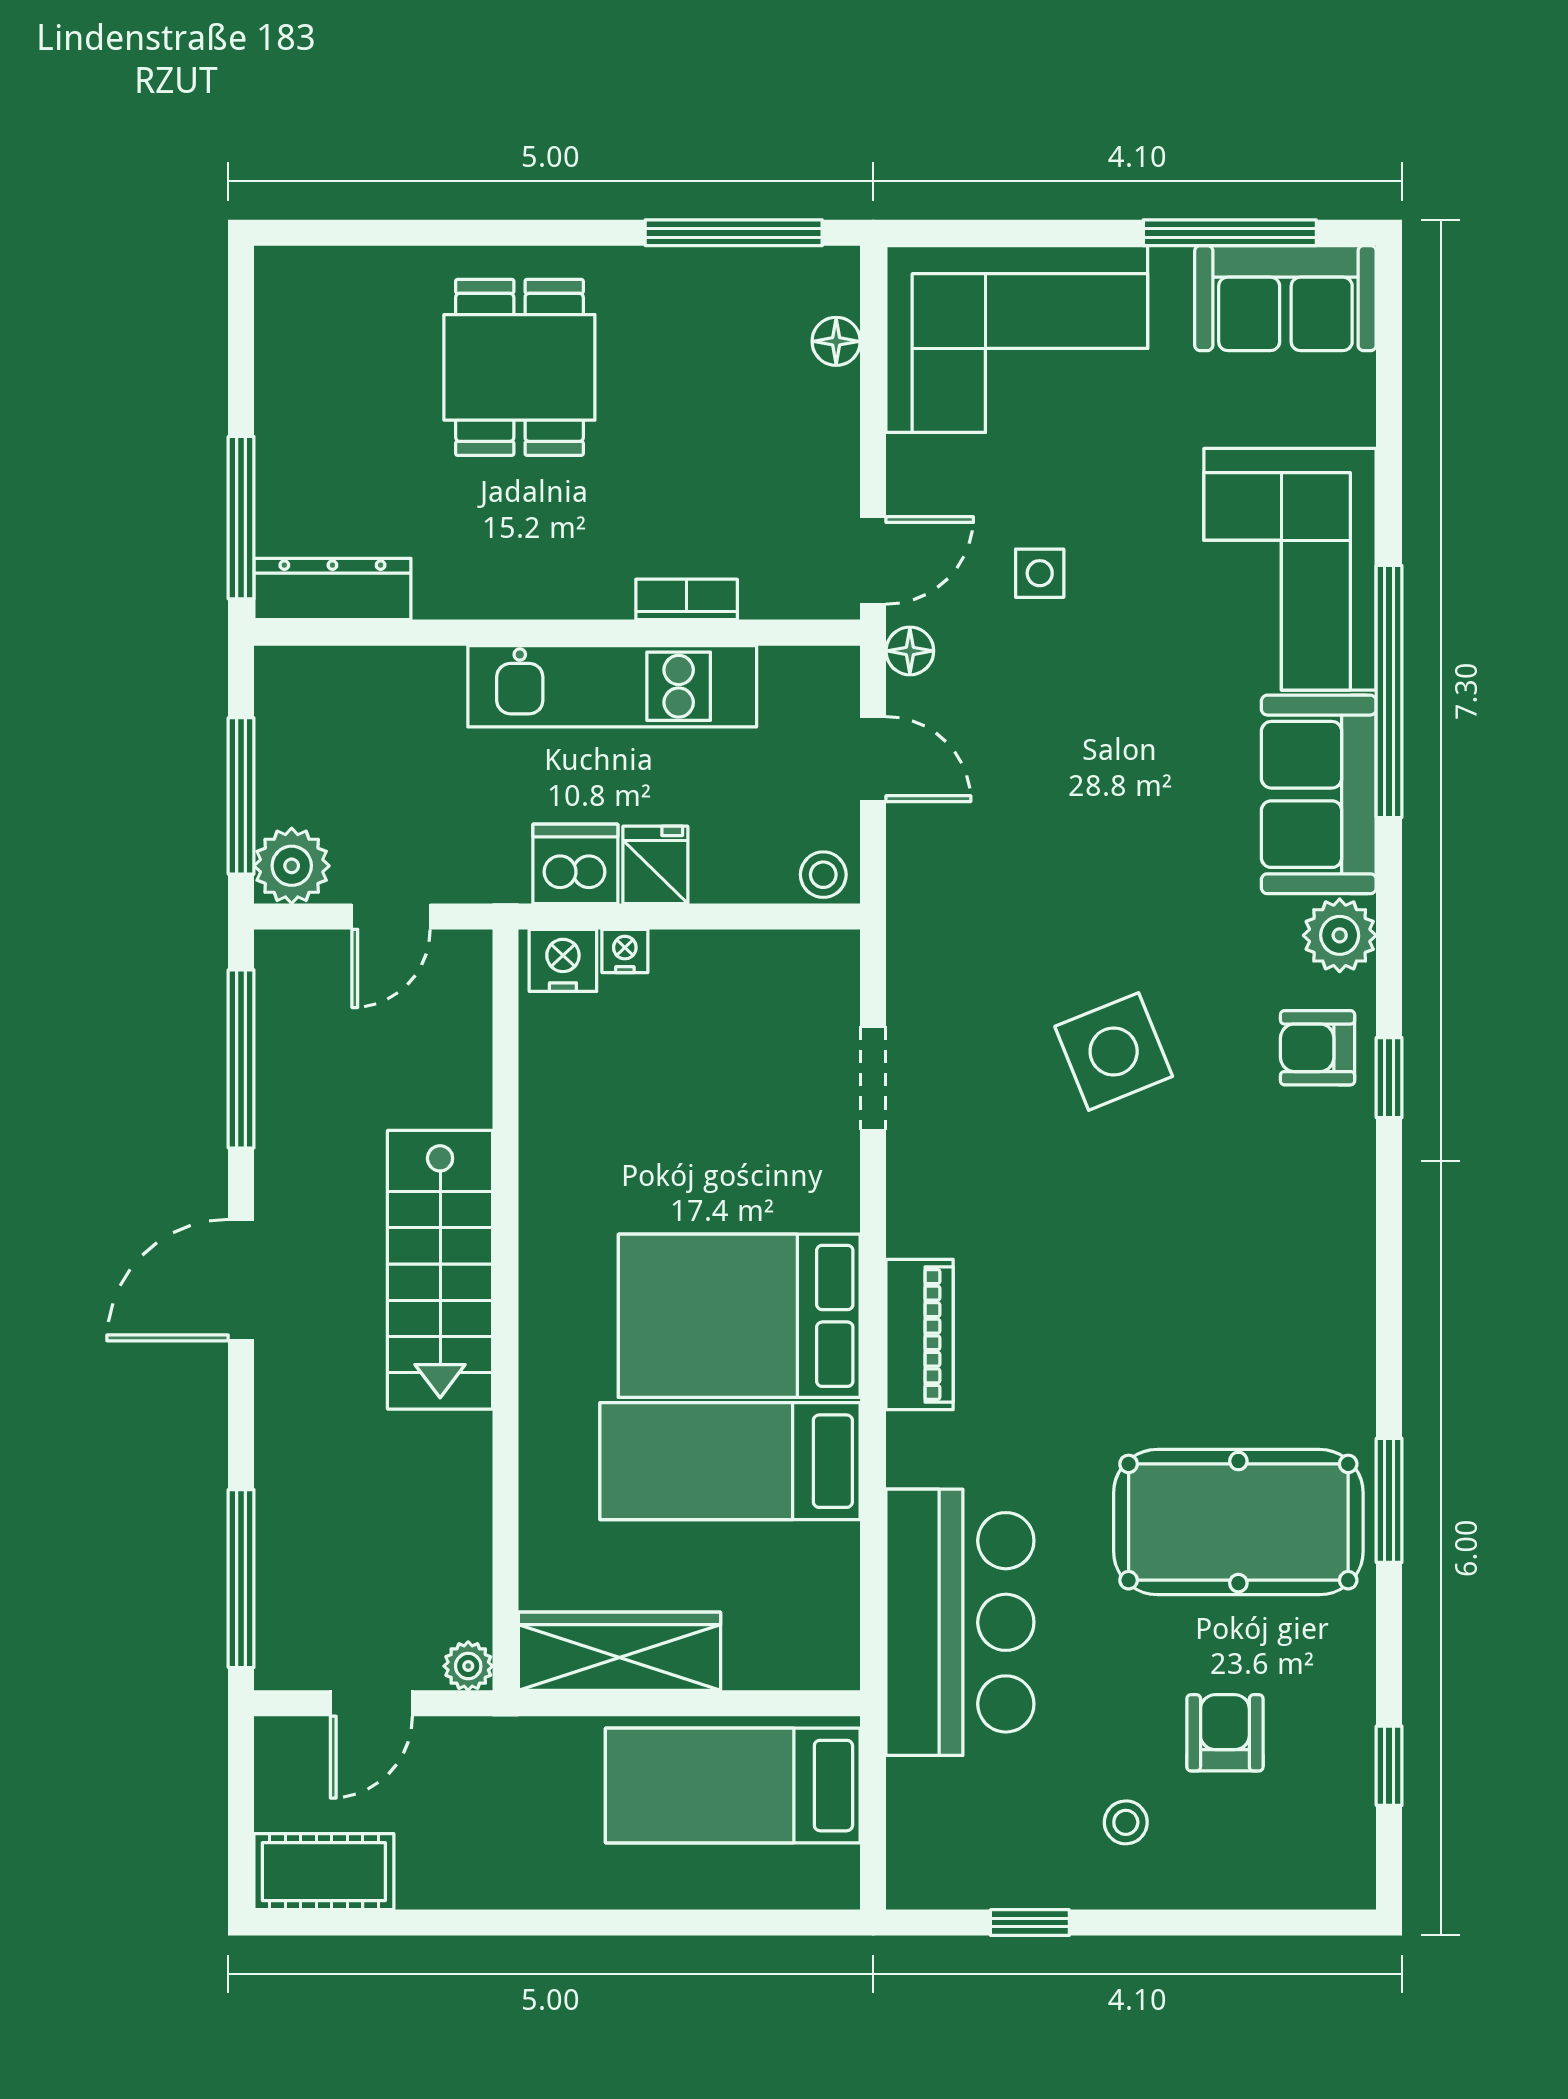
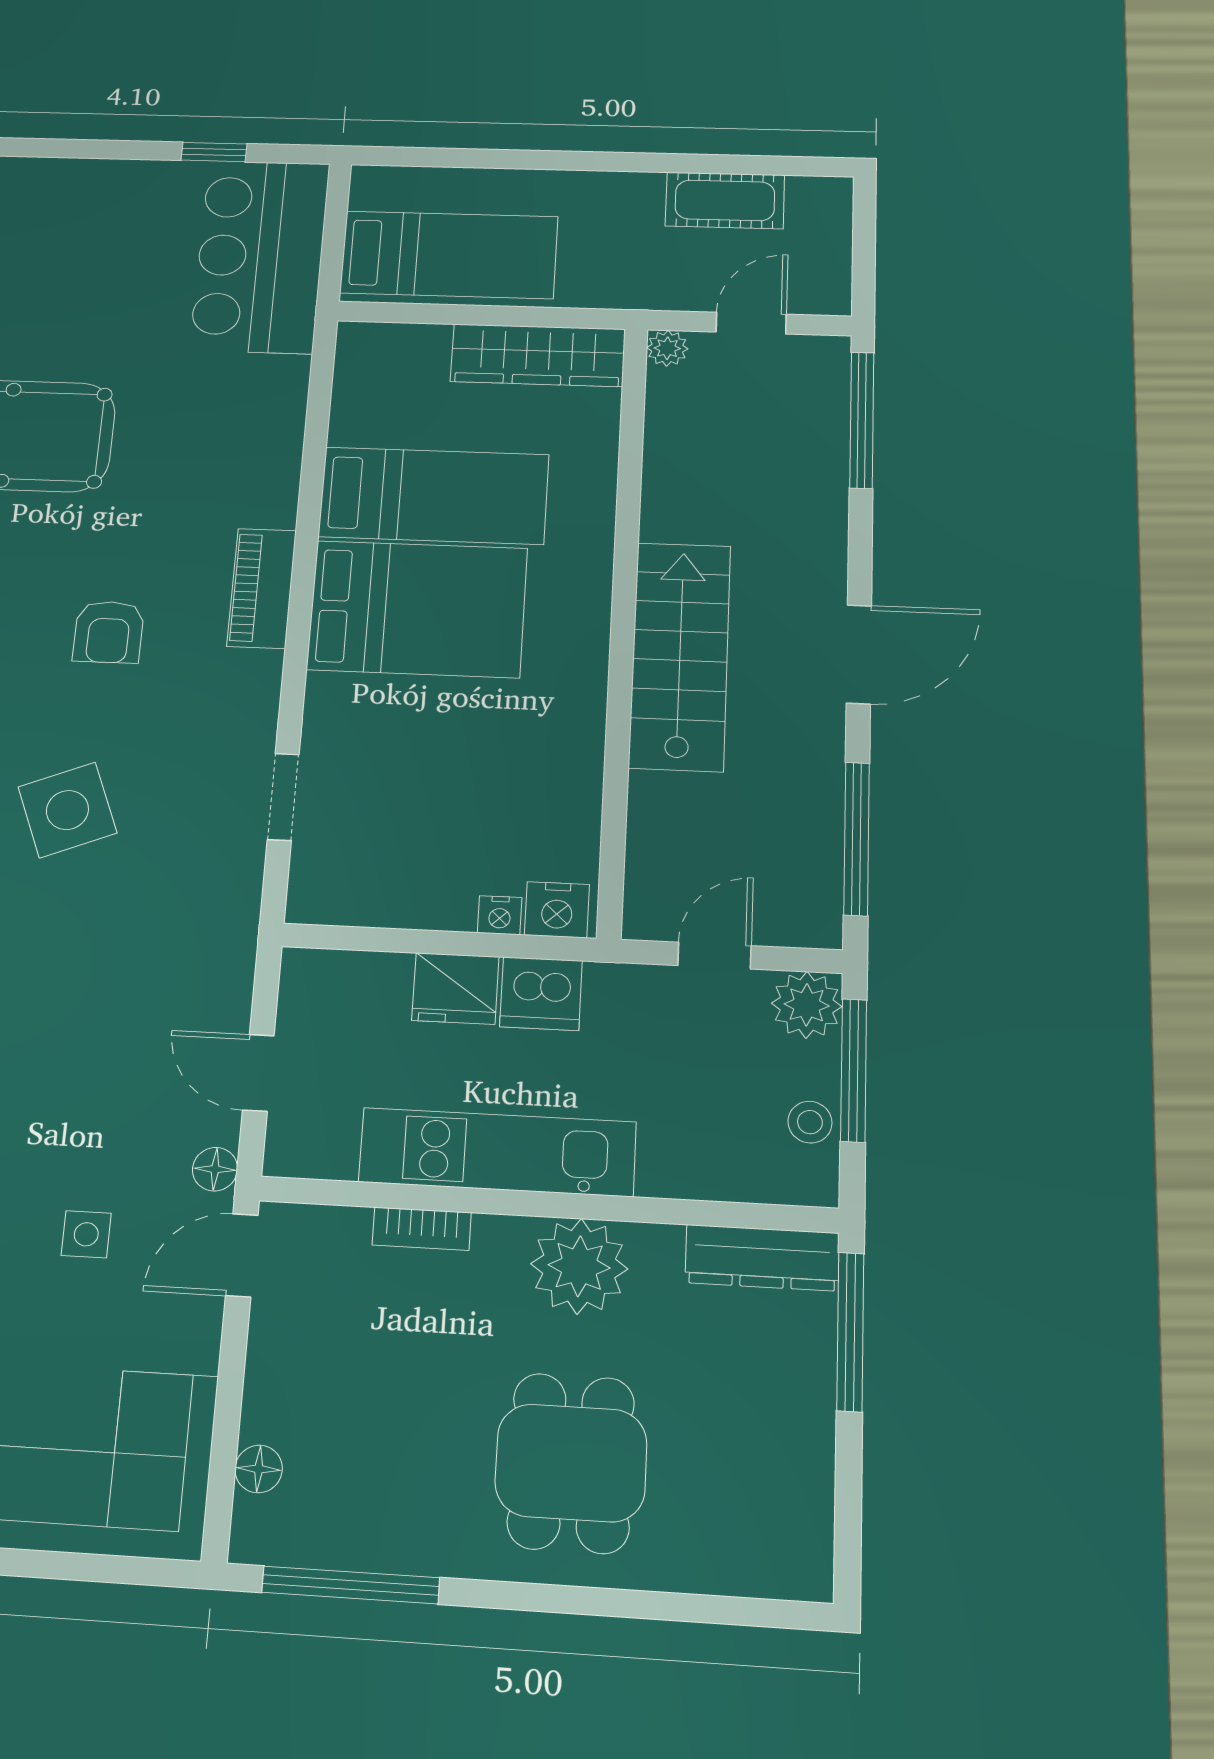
plant: (521, 569) -> (579, 1266), added
fridge: (655, 865) -> (455, 988), width x1.38
stool: (823, 875) -> (810, 1122), moved
bar counter: (960, 1622) -> (260, 256), moved
armchair: (1225, 1733) -> (109, 632), moved
stool: (1126, 1822) -> (128, 220), removed
cot: (324, 1872) -> (725, 200), moved

